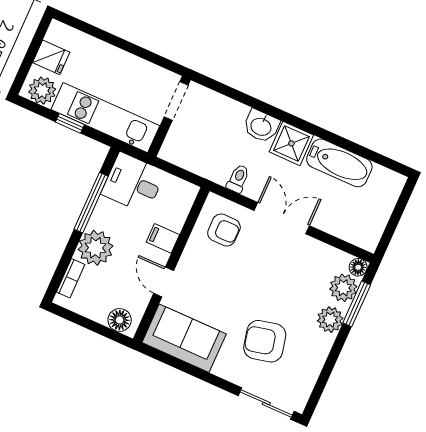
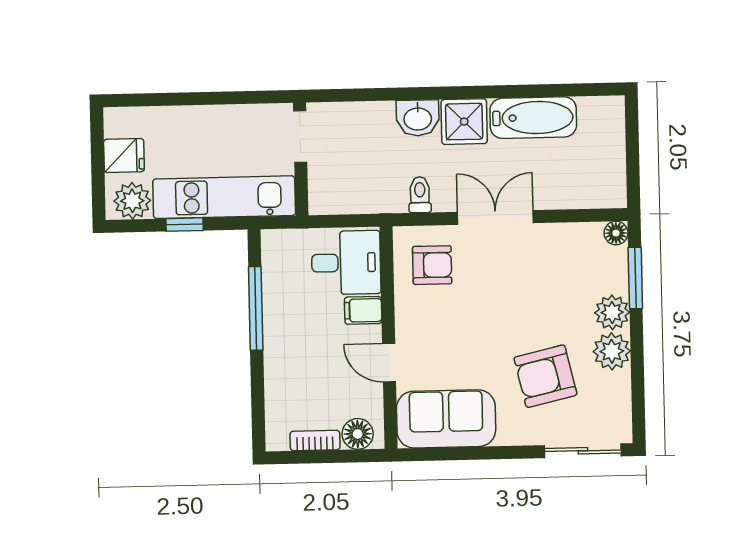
desk: (133, 183) -> (346, 263), moved, turned 180
plant: (96, 248) -> (287, 360), removed
bookcase: (71, 278) -> (315, 440), moved, turned -90
plant: (343, 288) -> (612, 351), moved

